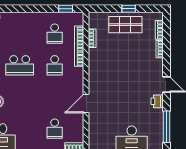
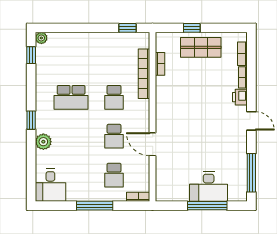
window: (129, 9) -> (192, 28), moved
school desk: (55, 34) -> (114, 136), moved
printer: (157, 101) -> (240, 97), moved
door: (86, 104) -> (153, 144), hinge flipped

